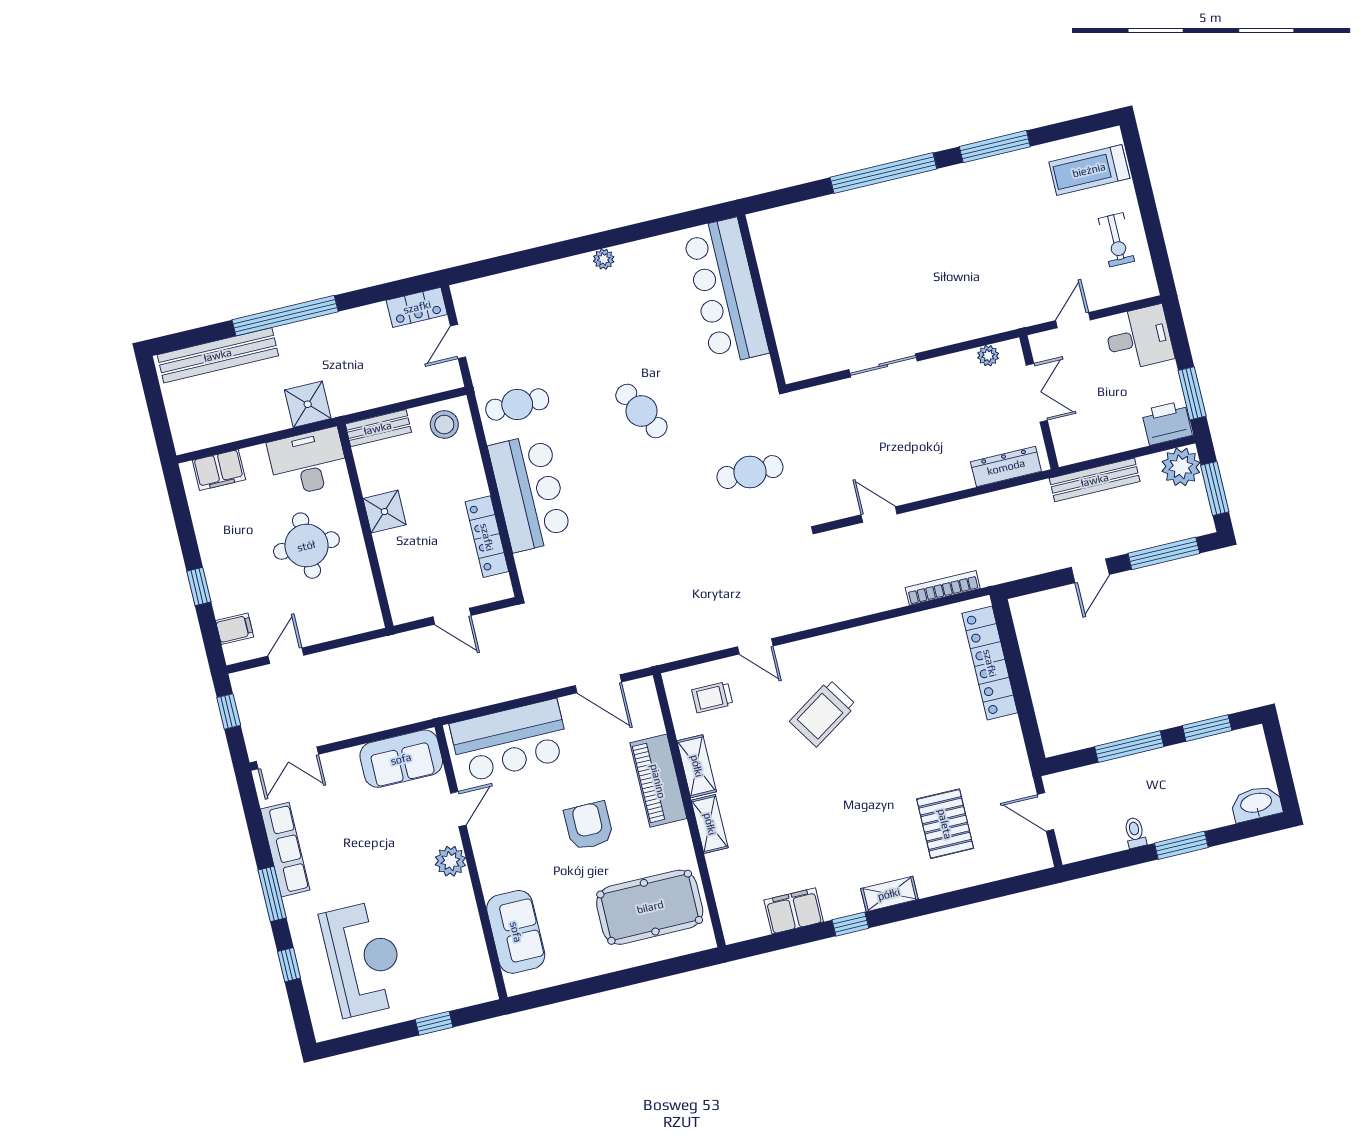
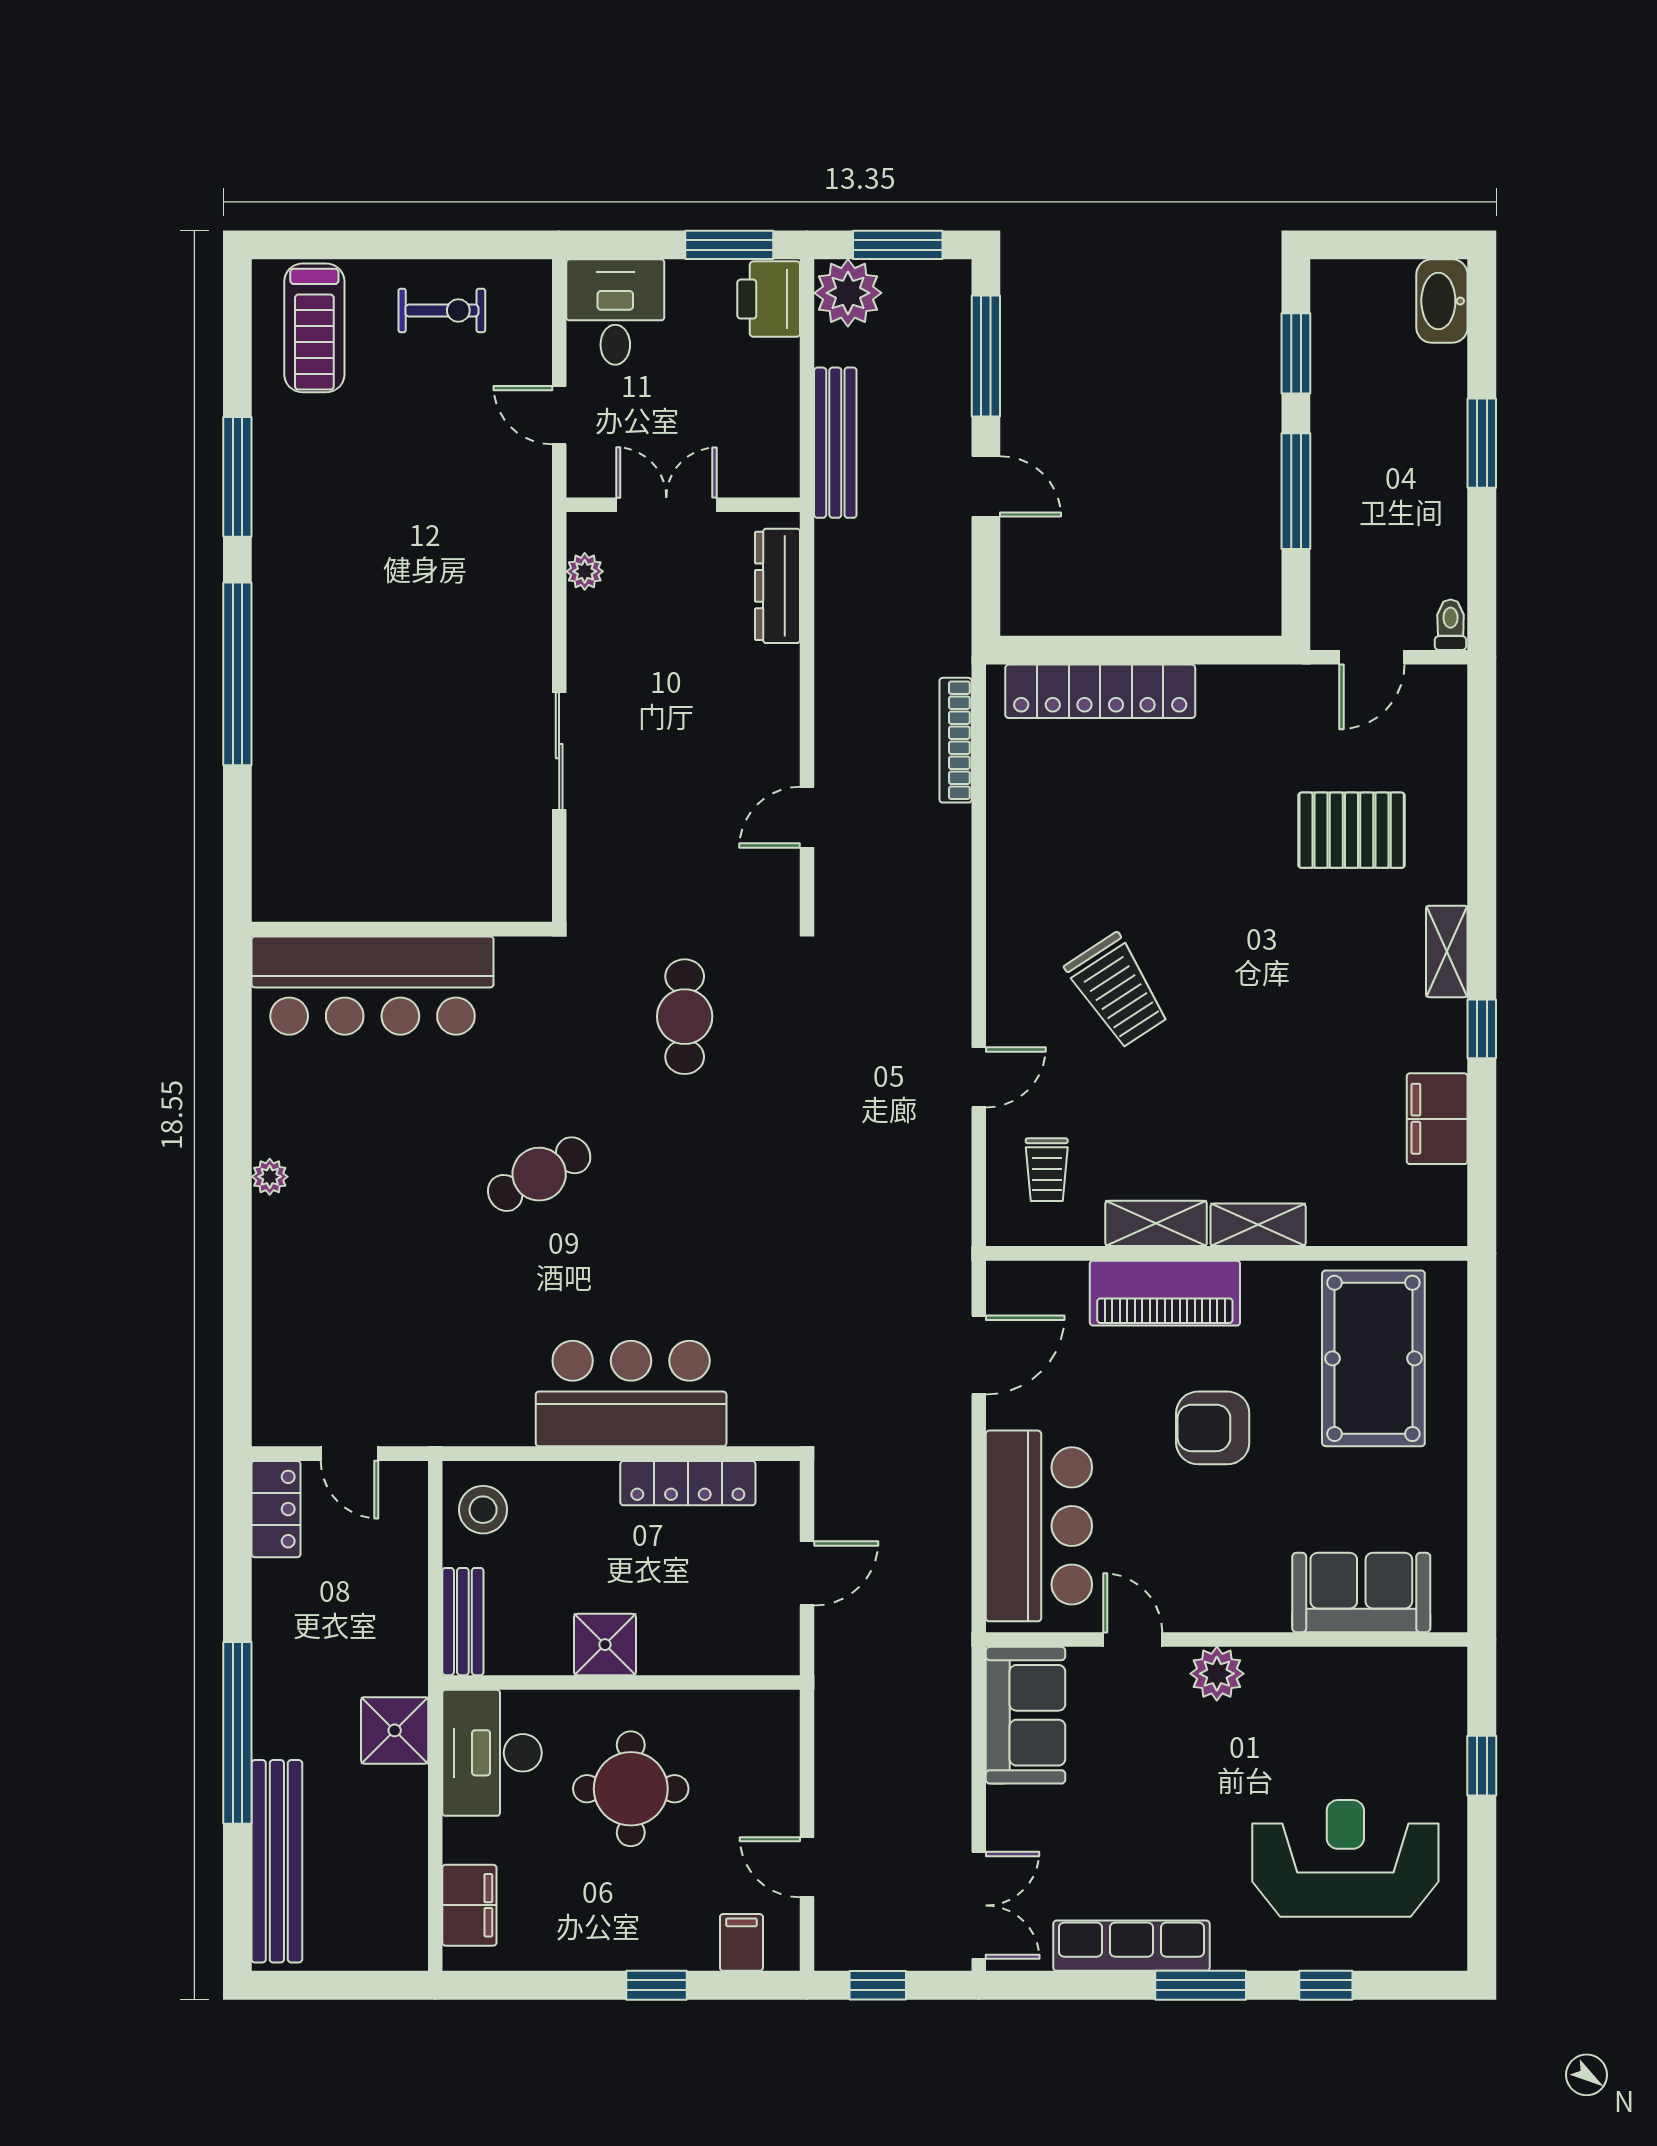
cafe table: (517, 404) -> (479, 1380), removed
toilet: (1135, 833) -> (1451, 625), moved, turned 90

